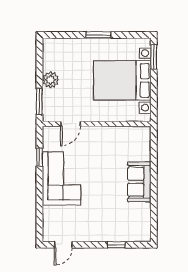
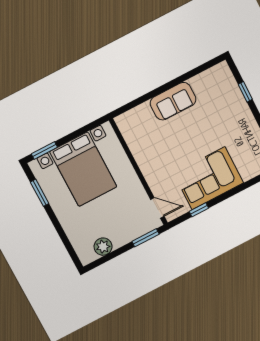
window: (99, 35) -> (40, 193), moved
plant: (50, 80) -> (103, 247), moved
door: (71, 124) -> (157, 208), moved

